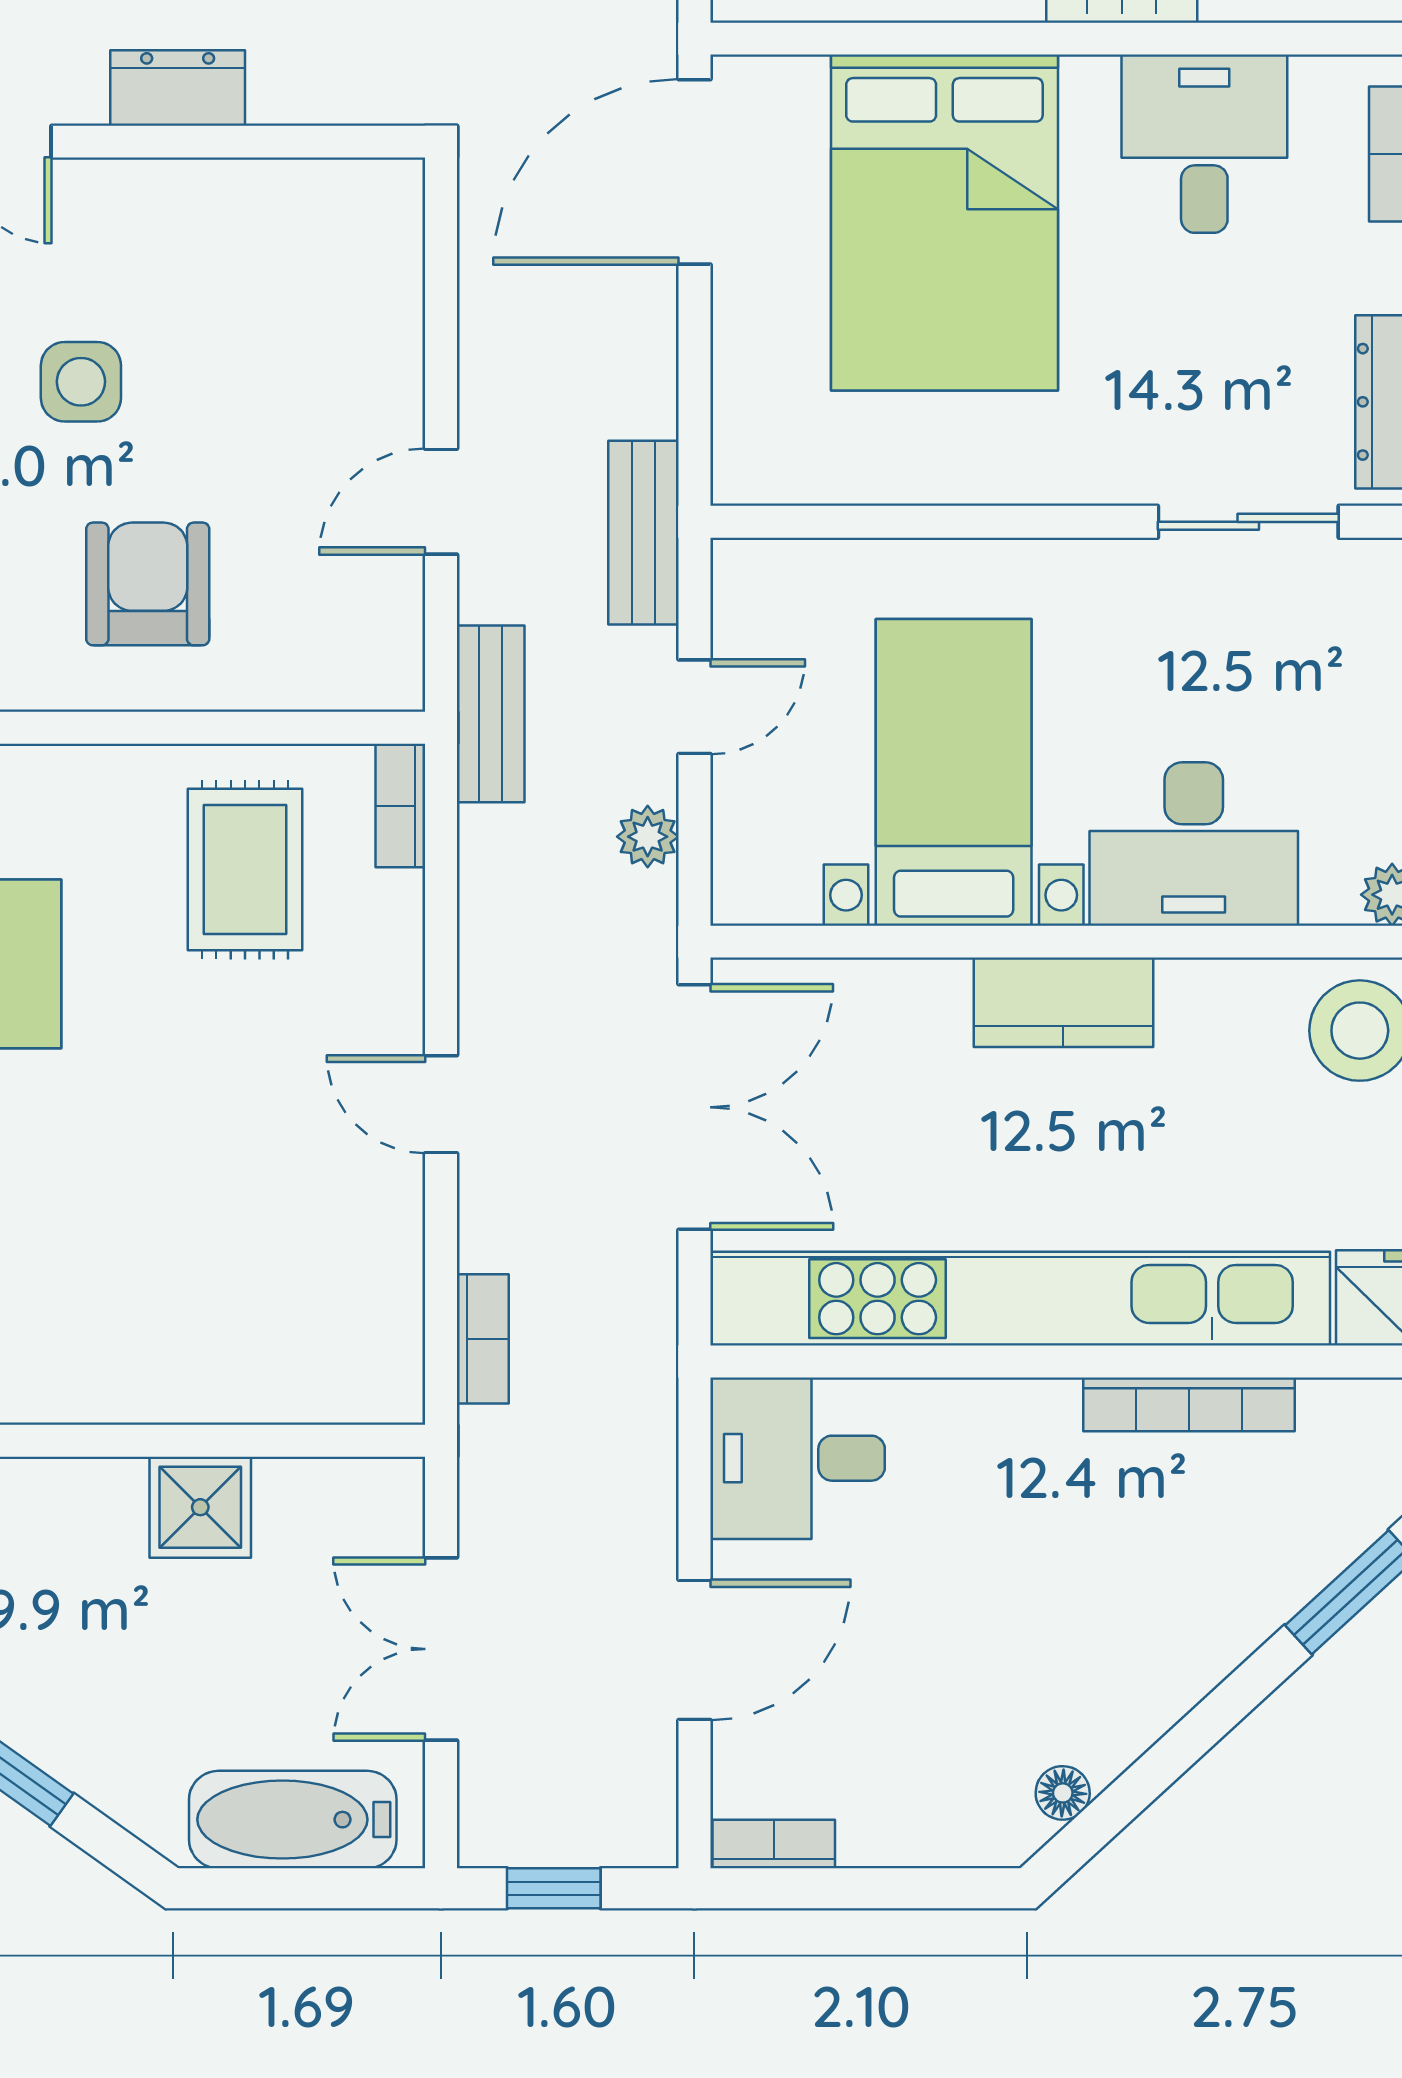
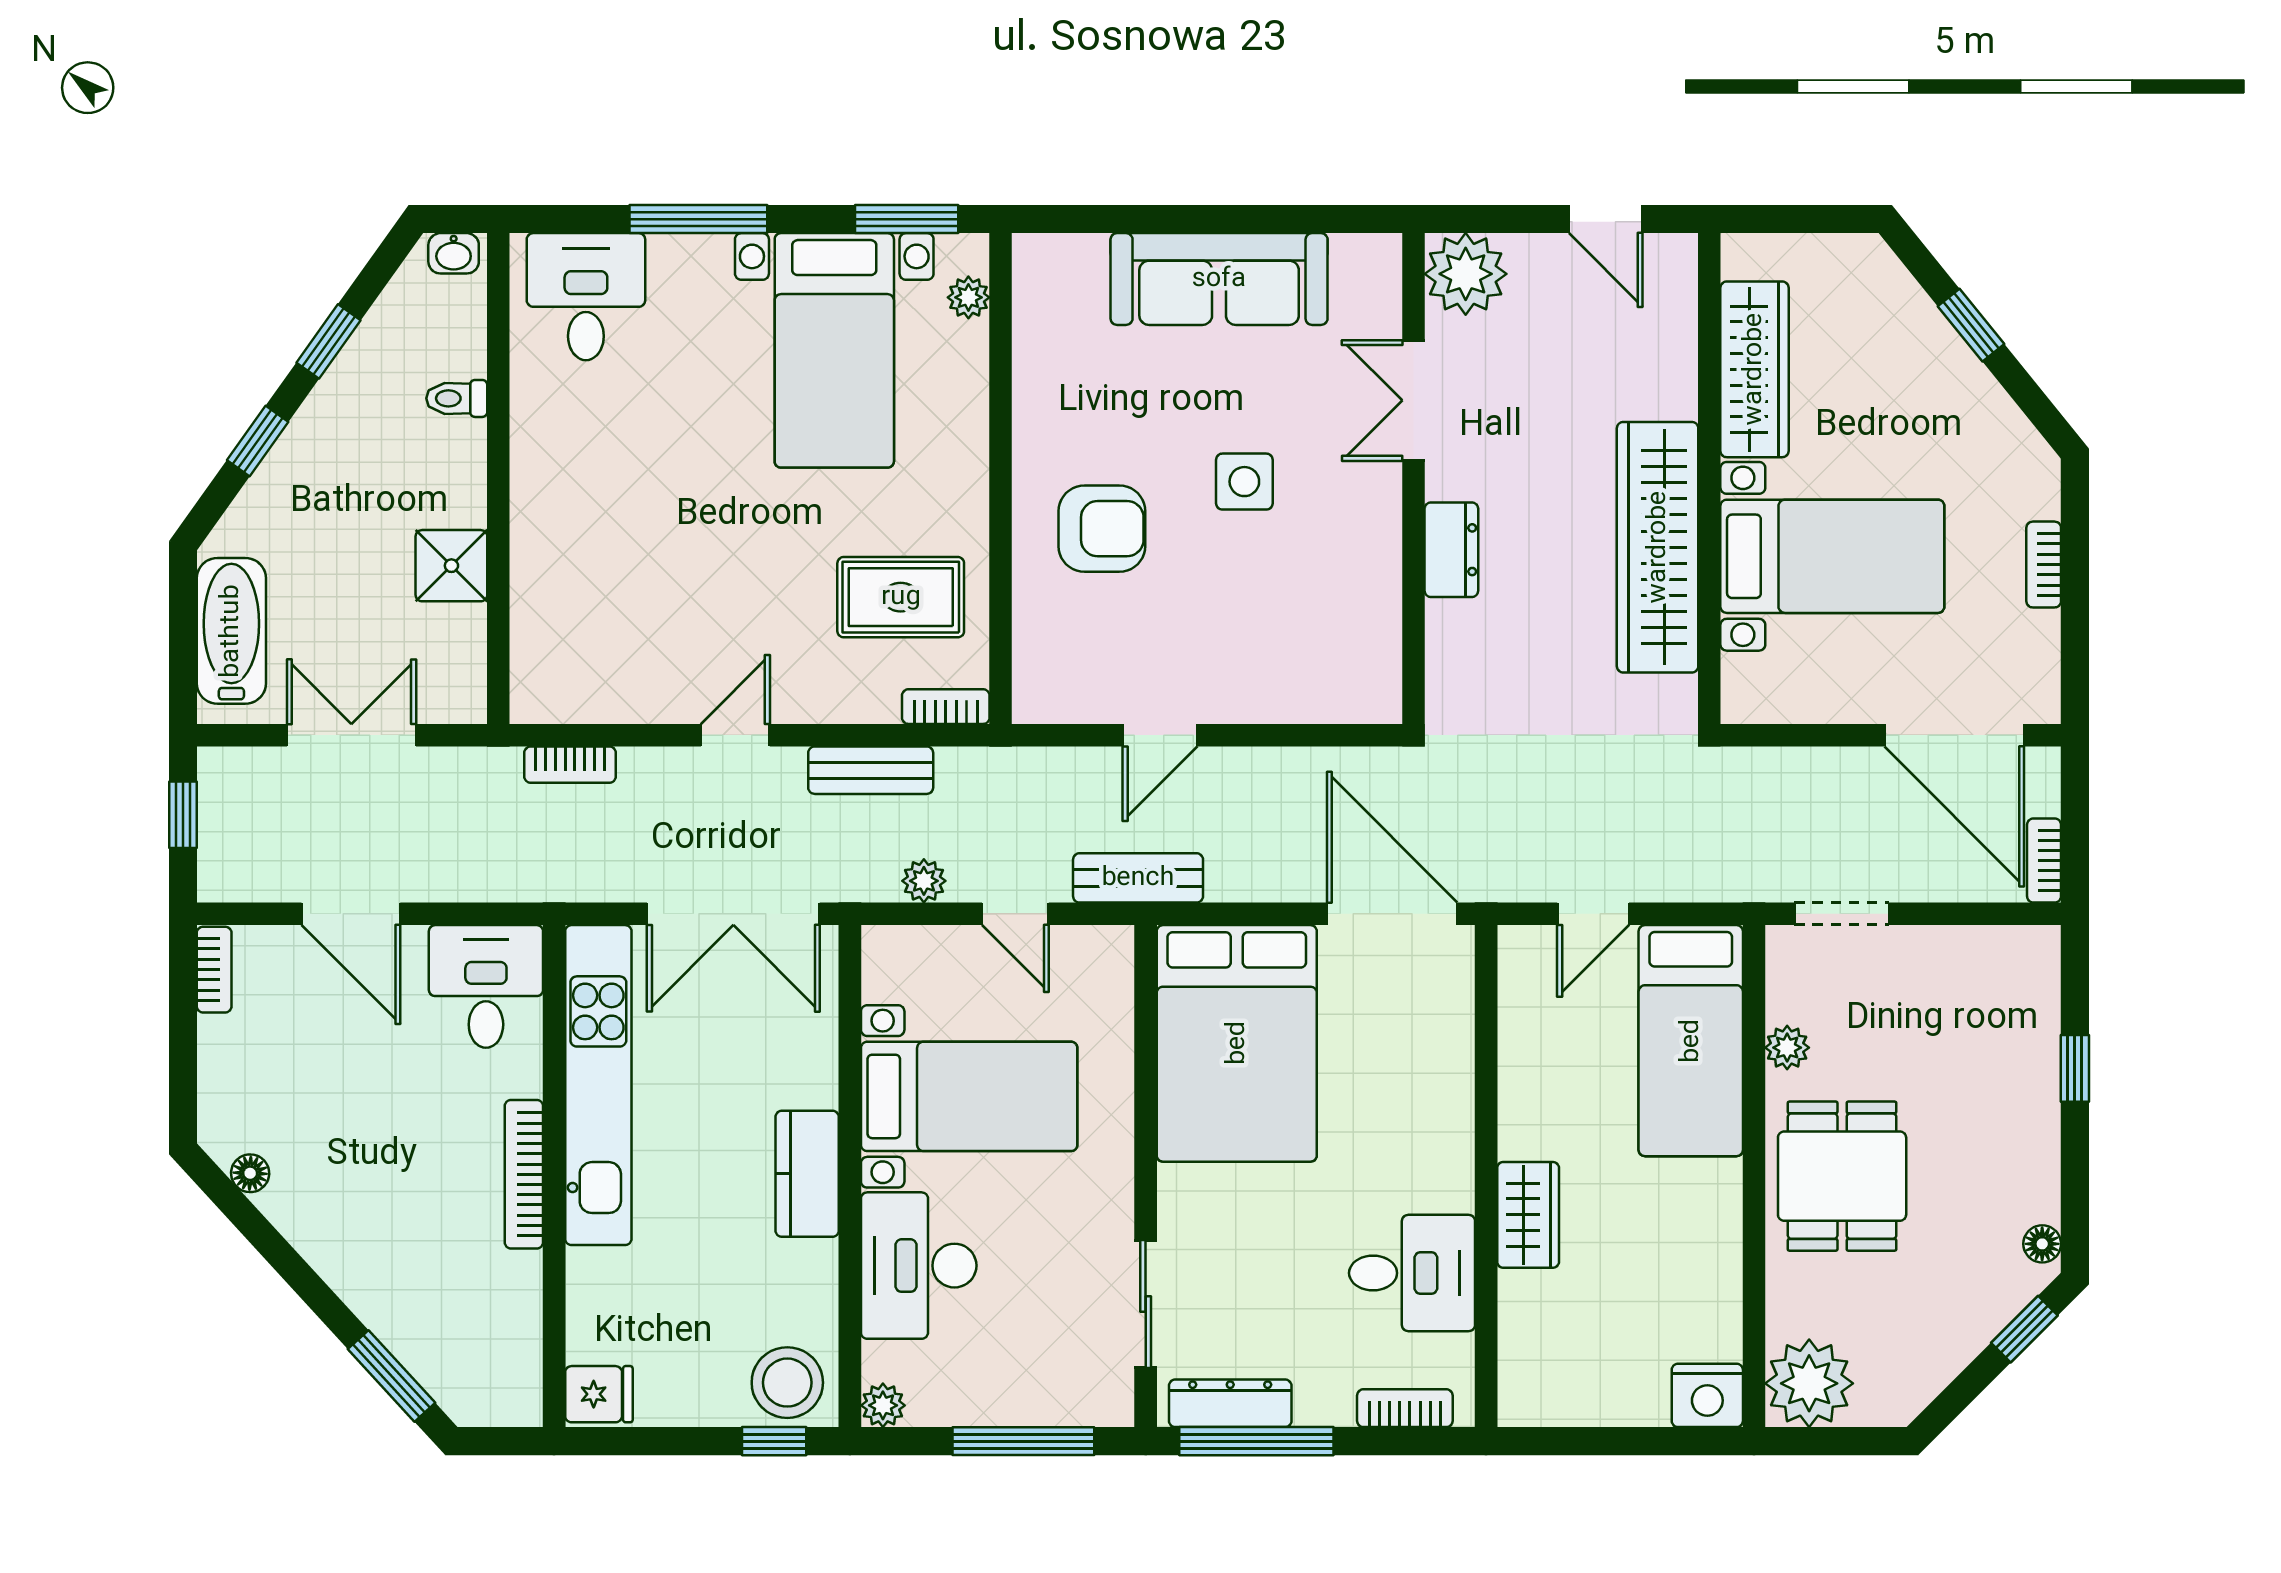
bed: (944, 223) -> (1237, 1043), moved, turned -90
door: (441, 502) -> (1160, 735), swing flipped
bench: (491, 714) -> (871, 770), moved
kitchen unit: (1020, 1299) -> (598, 1085), width x0.73
bookcase: (1189, 1404) -> (524, 1174), moved

